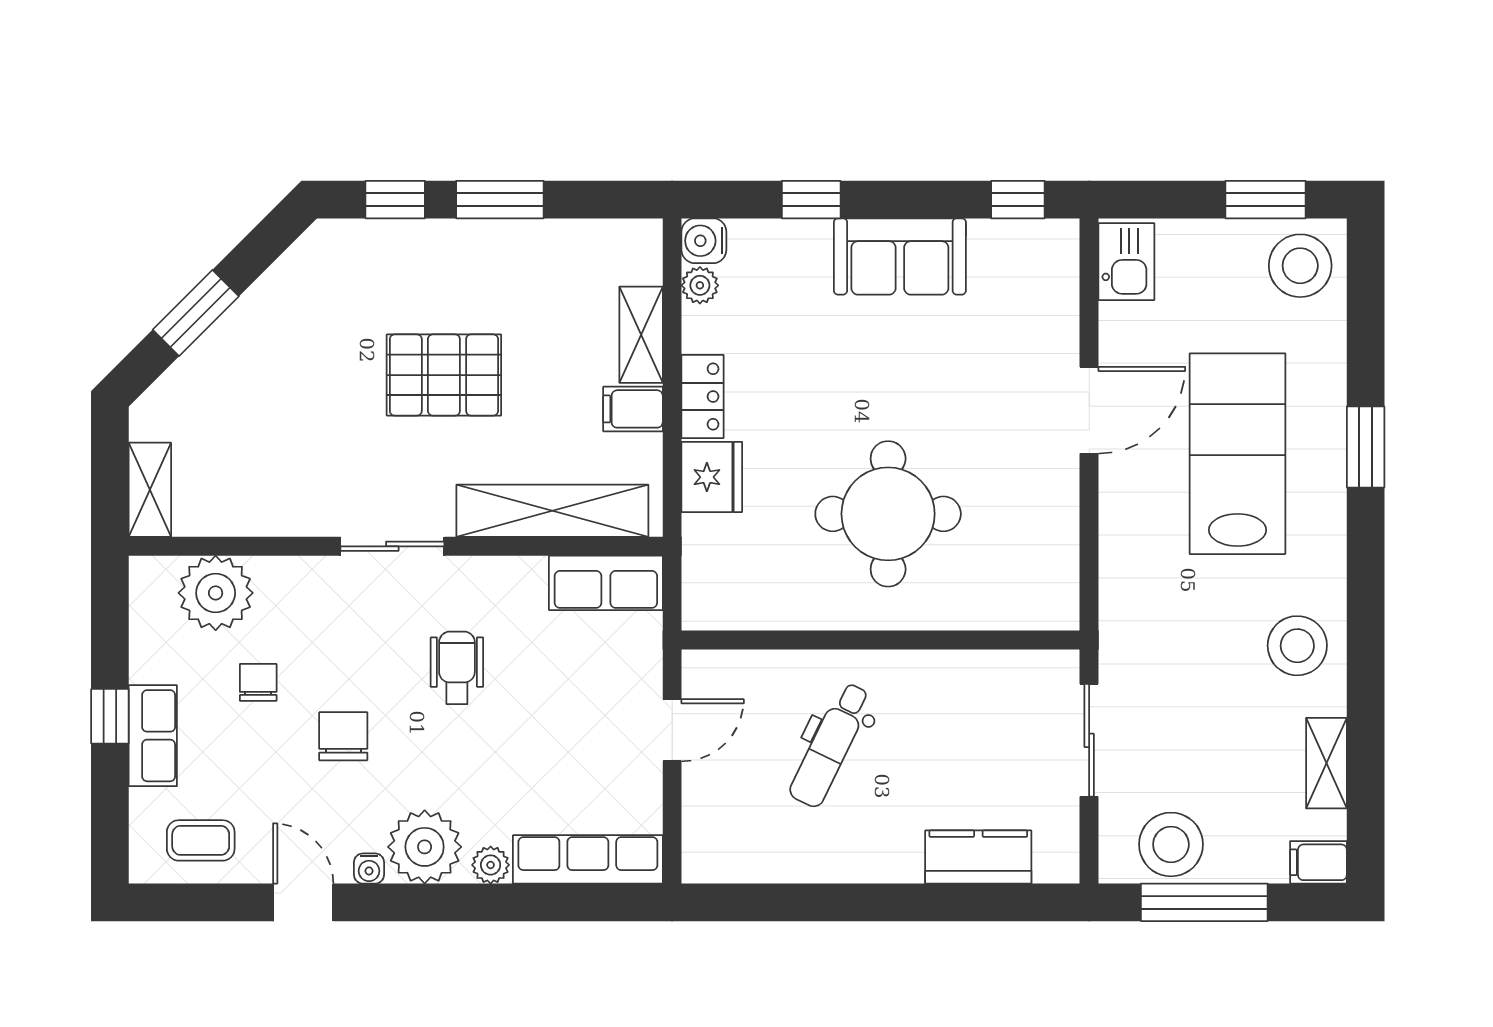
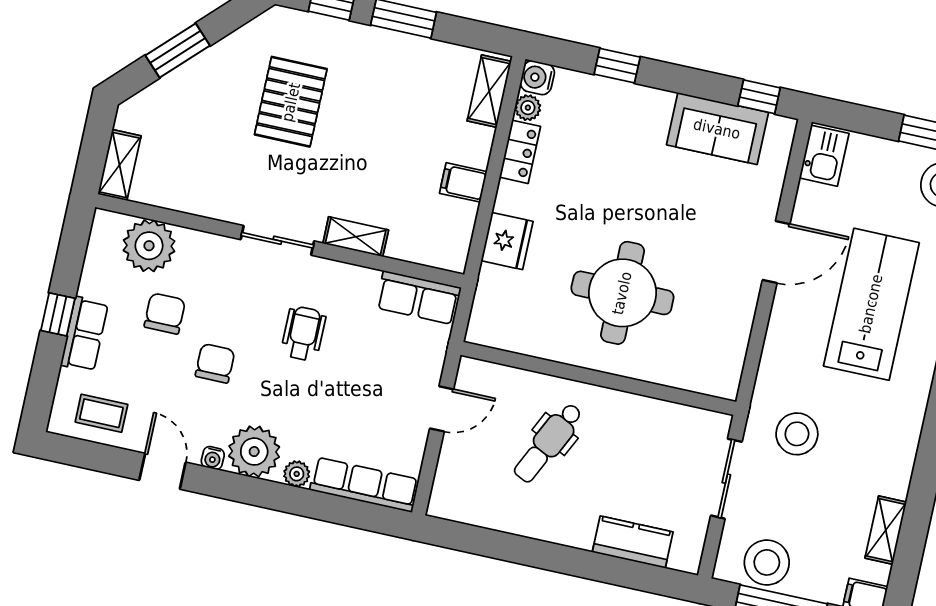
sofa: (900, 256) -> (717, 129), moved
shelving: (641, 335) -> (489, 91), moved
pallet: (444, 375) -> (291, 102), moved, turned 90
locker: (703, 396) -> (520, 152), moved
shelving: (552, 511) -> (356, 237), width x0.45, depth x0.75
stool: (1297, 646) -> (797, 434), moved
chair: (258, 682) -> (165, 314), width x1.37, depth x1.37

